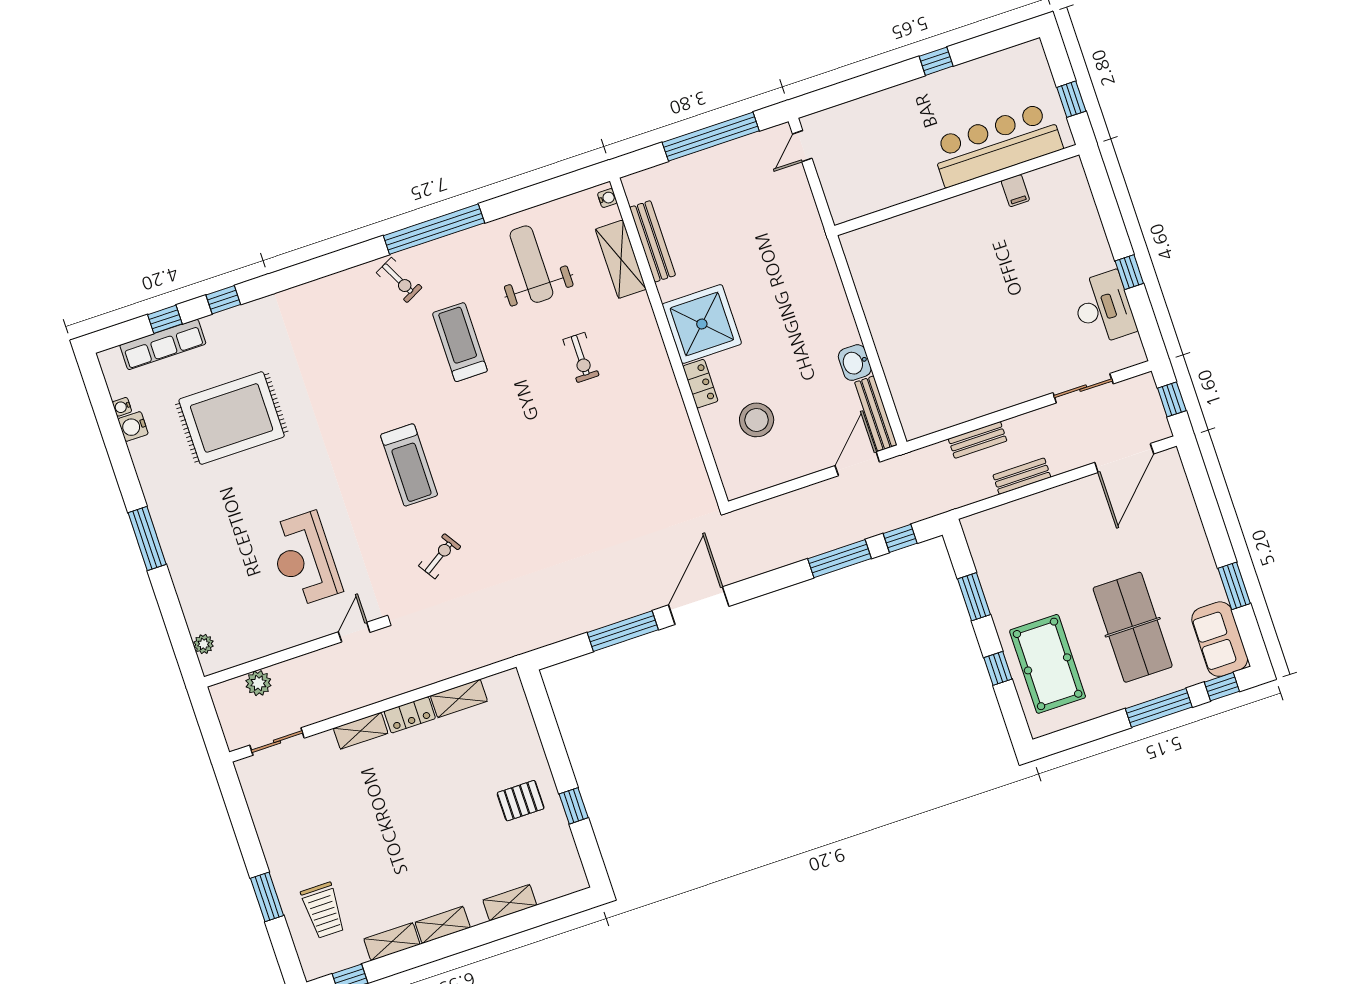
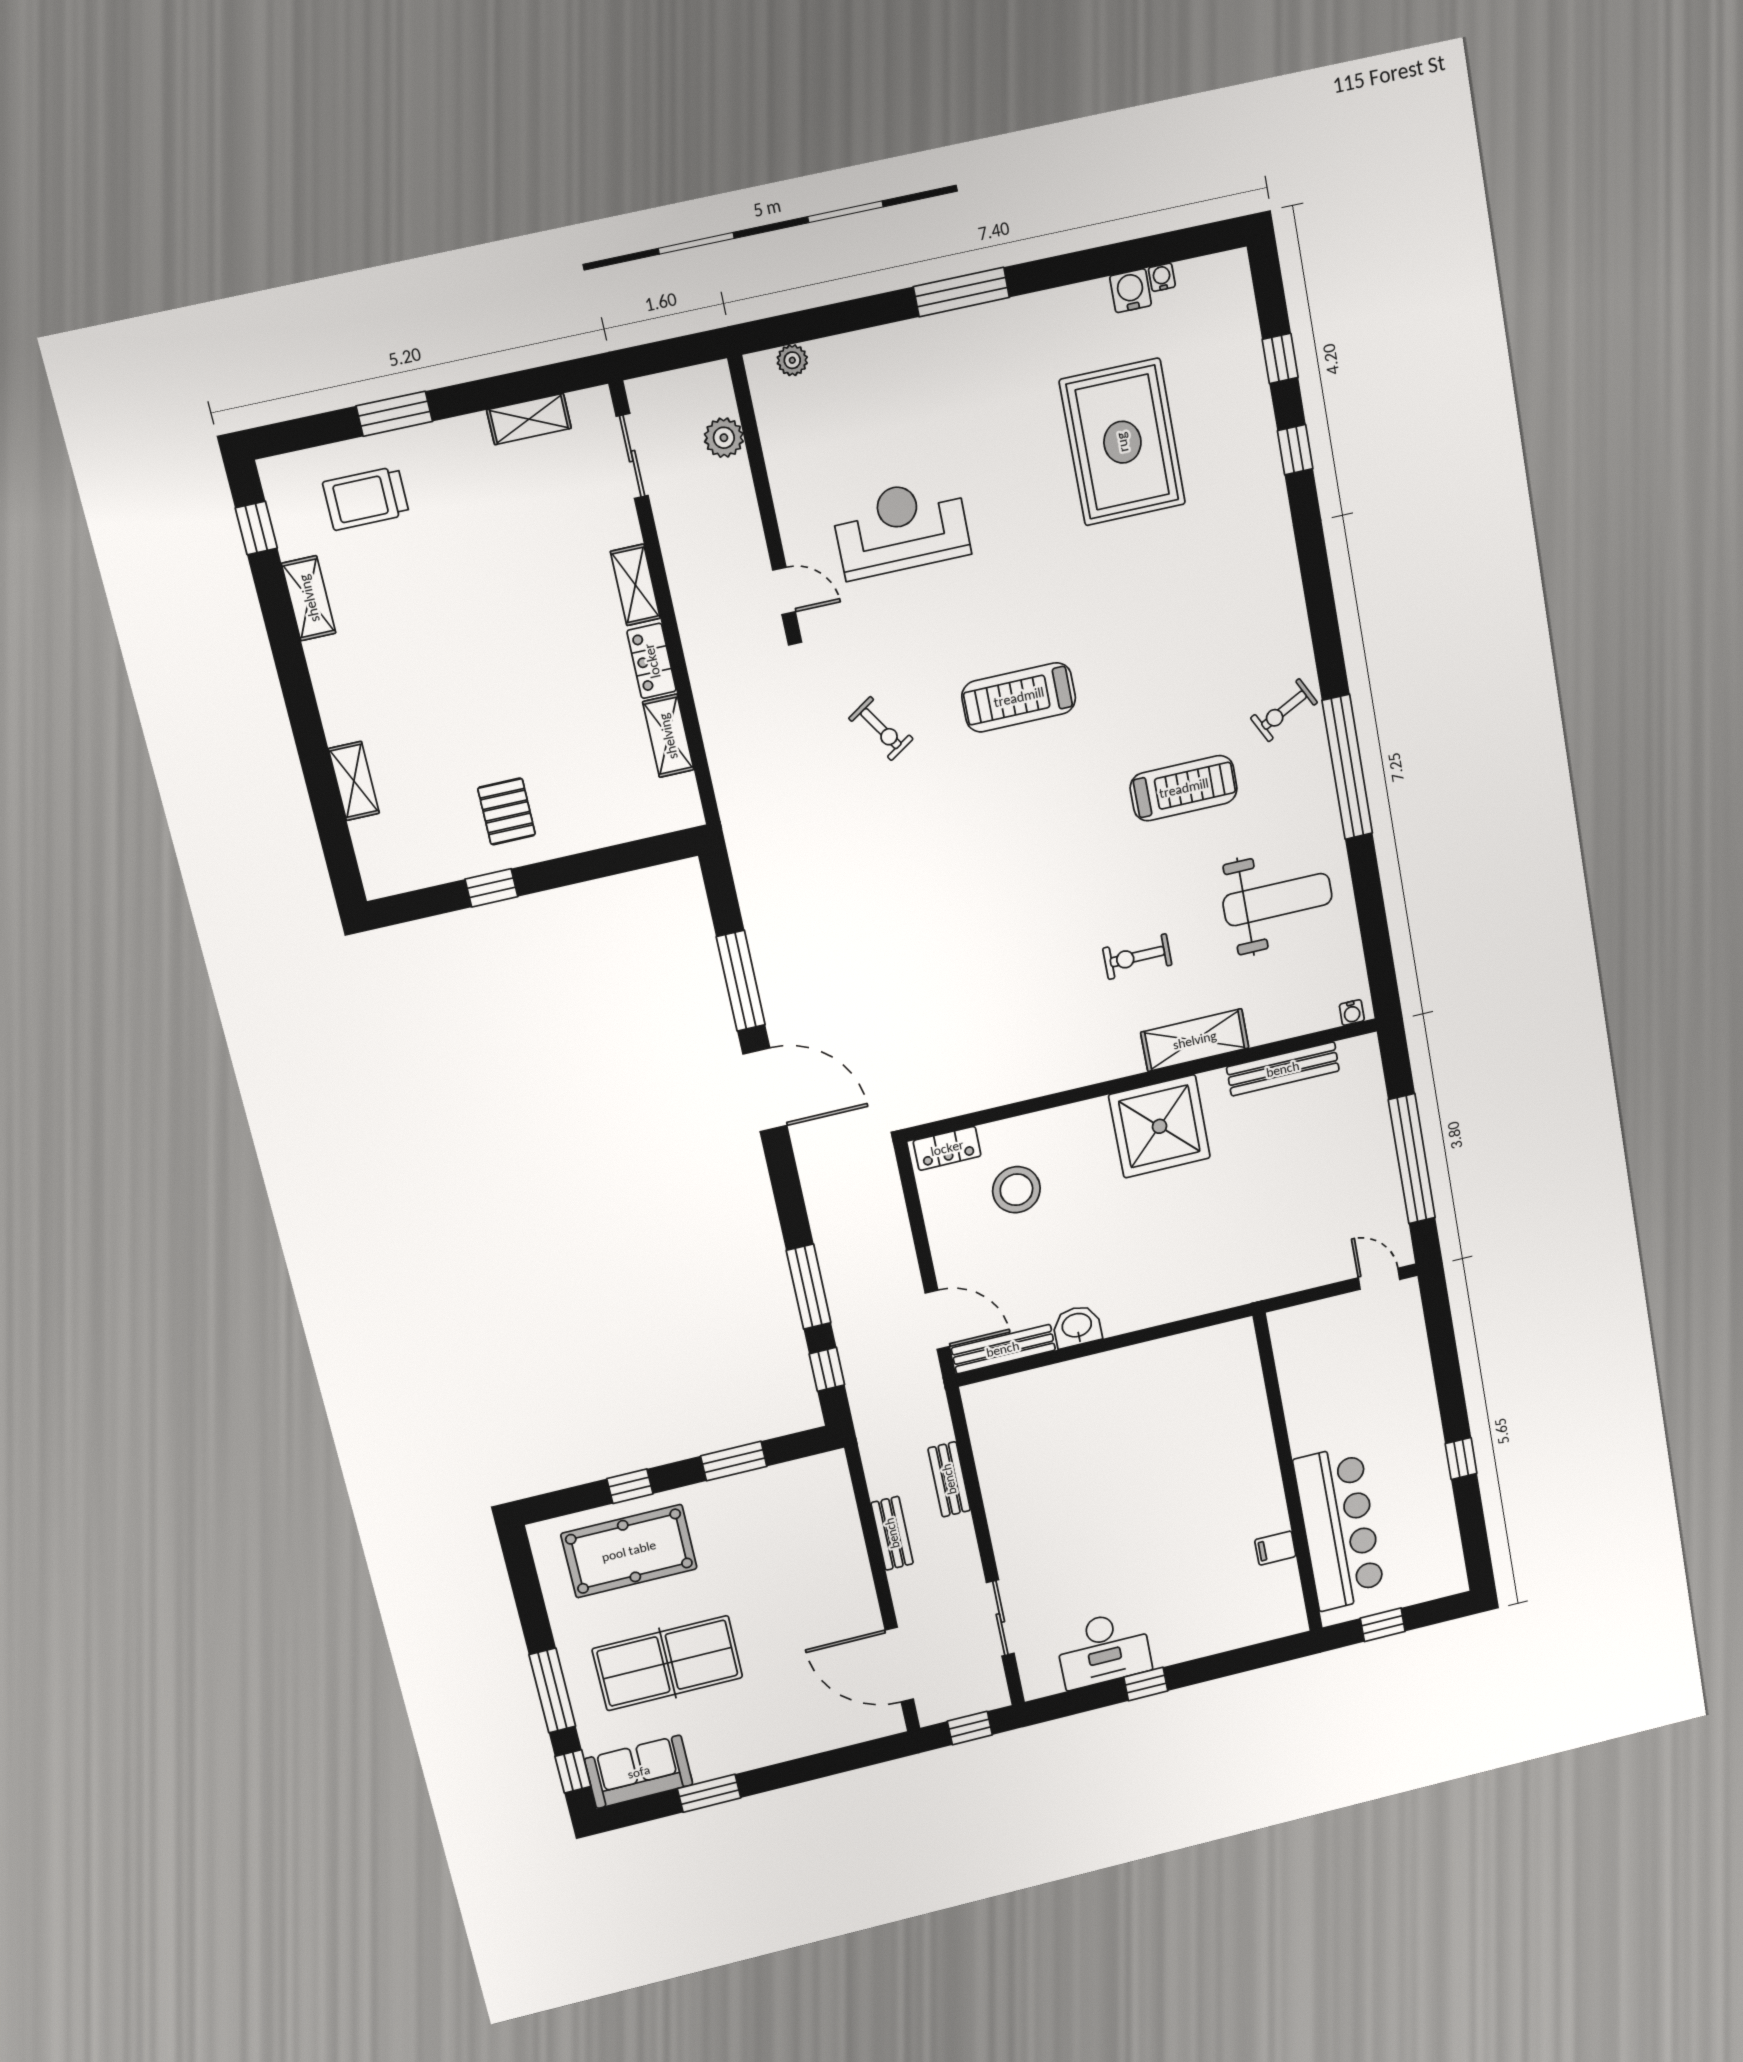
shelving: (621, 259) -> (1195, 1040), moved
row of seats: (163, 344) -> (1244, 351), removed
locker: (700, 384) -> (947, 1148), moved
shelving: (443, 925) -> (529, 419), moved, turned 90

